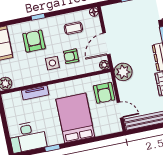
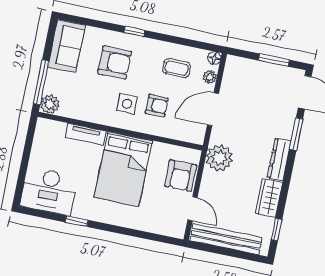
armchair: (34, 41) -> (114, 63), turned 90
armchair: (71, 56) -> (157, 106), turned 180
plant: (104, 65) -> (210, 77), moved
bed: (75, 118) -> (123, 169), moved, turned 180

